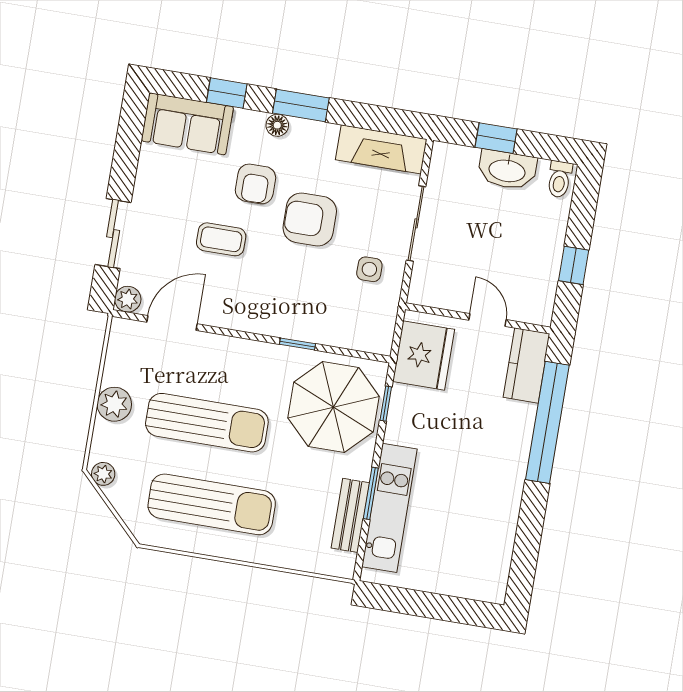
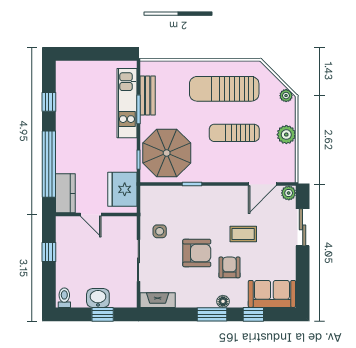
fireplace: (381, 149) -> (158, 300), width x0.73, depth x0.76
washbasin: (507, 170) -> (98, 298), width x0.72
sun lounger: (207, 423) -> (234, 133), width x0.73, depth x0.75
window: (529, 534) -> (49, 102), added

